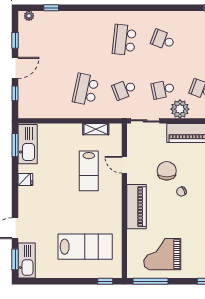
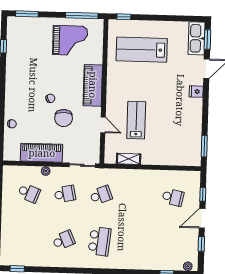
school desk: (163, 40) -> (64, 240), turned -45
school desk: (86, 89) -> (173, 197), moved, width x0.54
plant: (180, 109) -> (46, 171), width x0.53, depth x0.53
kitchen sink: (28, 144) -> (193, 147), removed
fridge: (25, 179) -> (196, 92), moved

